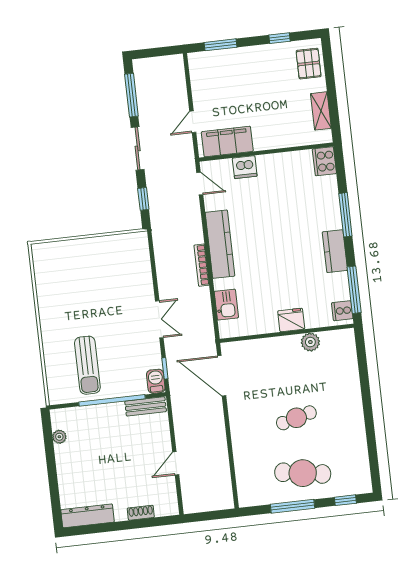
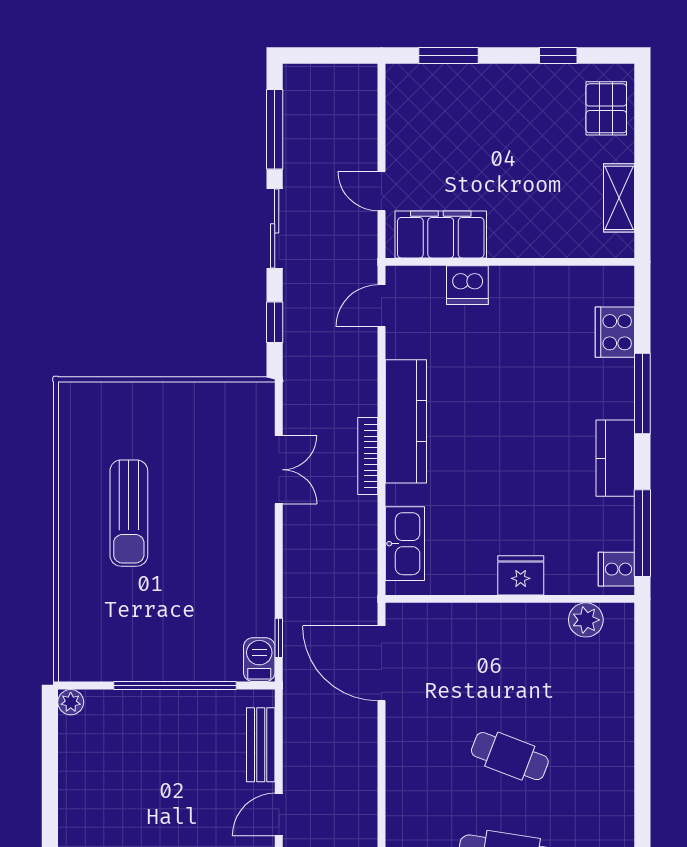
door: (193, 122) -> (381, 191), hinge flipped
cooker: (324, 161) -> (615, 332), moved
door: (200, 184) -> (381, 306), swing flipped
kitchen sink: (226, 305) -> (405, 544), width x1.38
double door: (159, 319) -> (279, 470), moved
plant: (310, 342) -> (586, 620), moved
sun lounger: (87, 365) -> (129, 513), moved
bench: (146, 406) -> (261, 745), moved, turned 90
cafe table: (296, 418) -> (510, 756), turned 36
plant: (59, 437) -> (71, 702), moved

